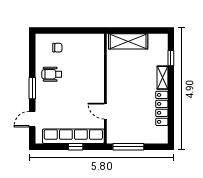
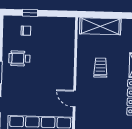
window: (61, 31) -> (30, 13), added
trolley: (129, 81) -> (100, 68), added

